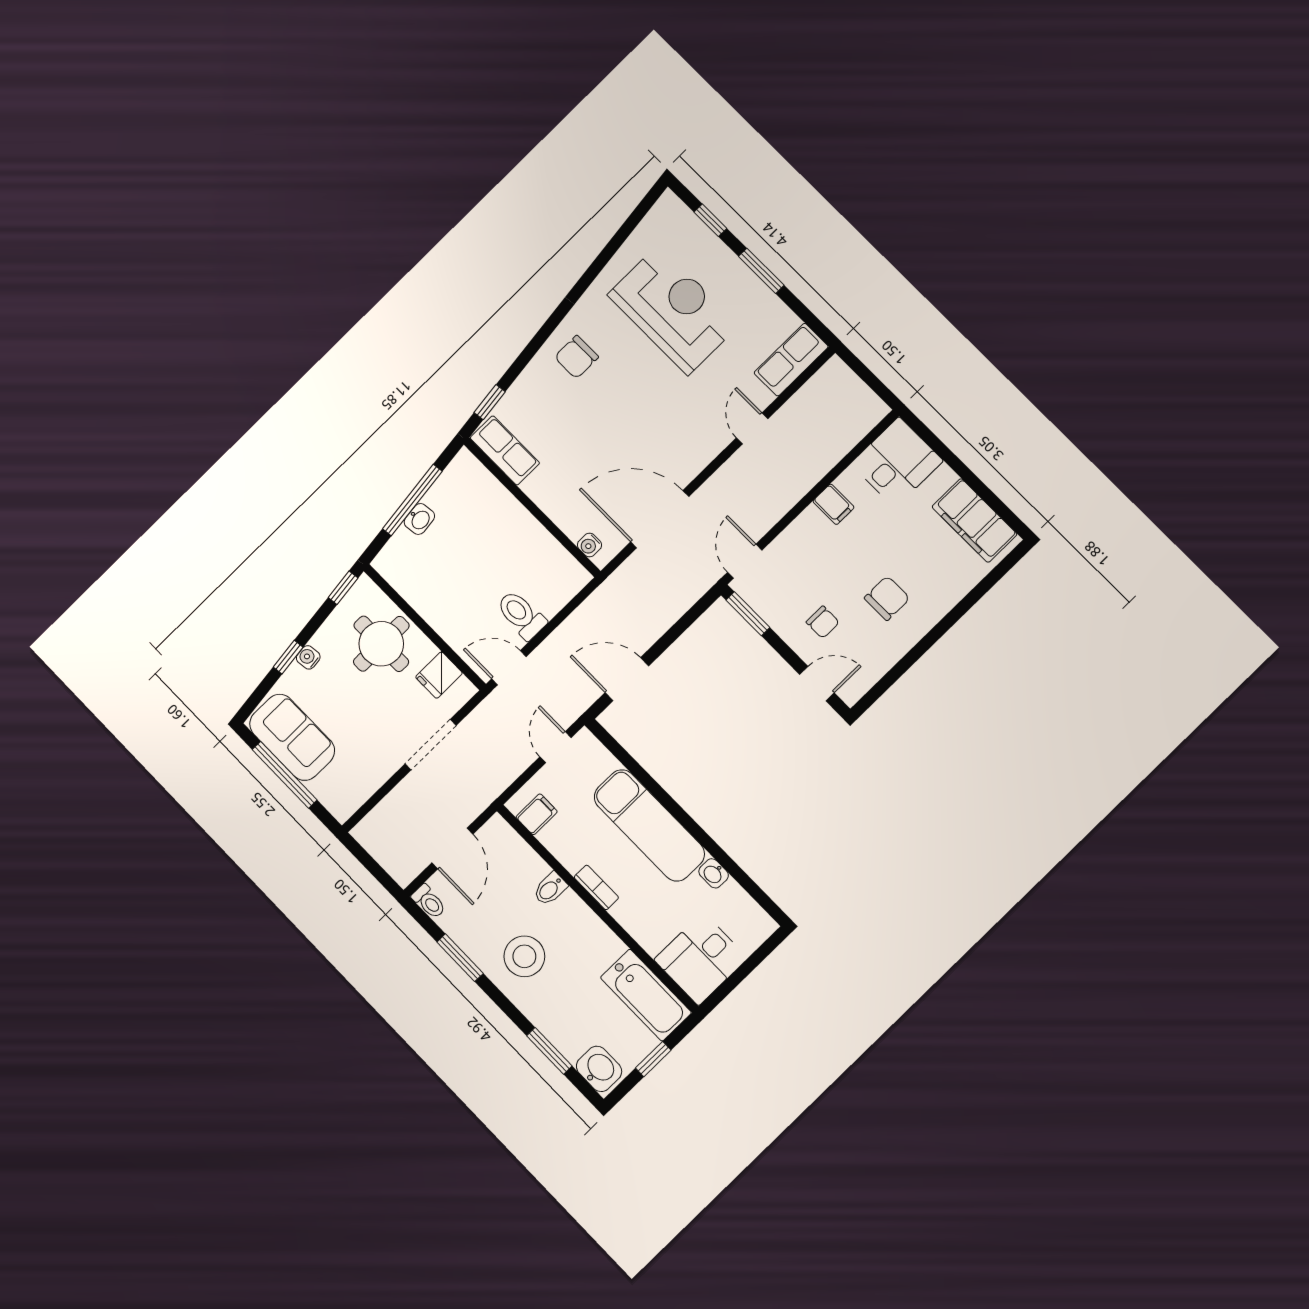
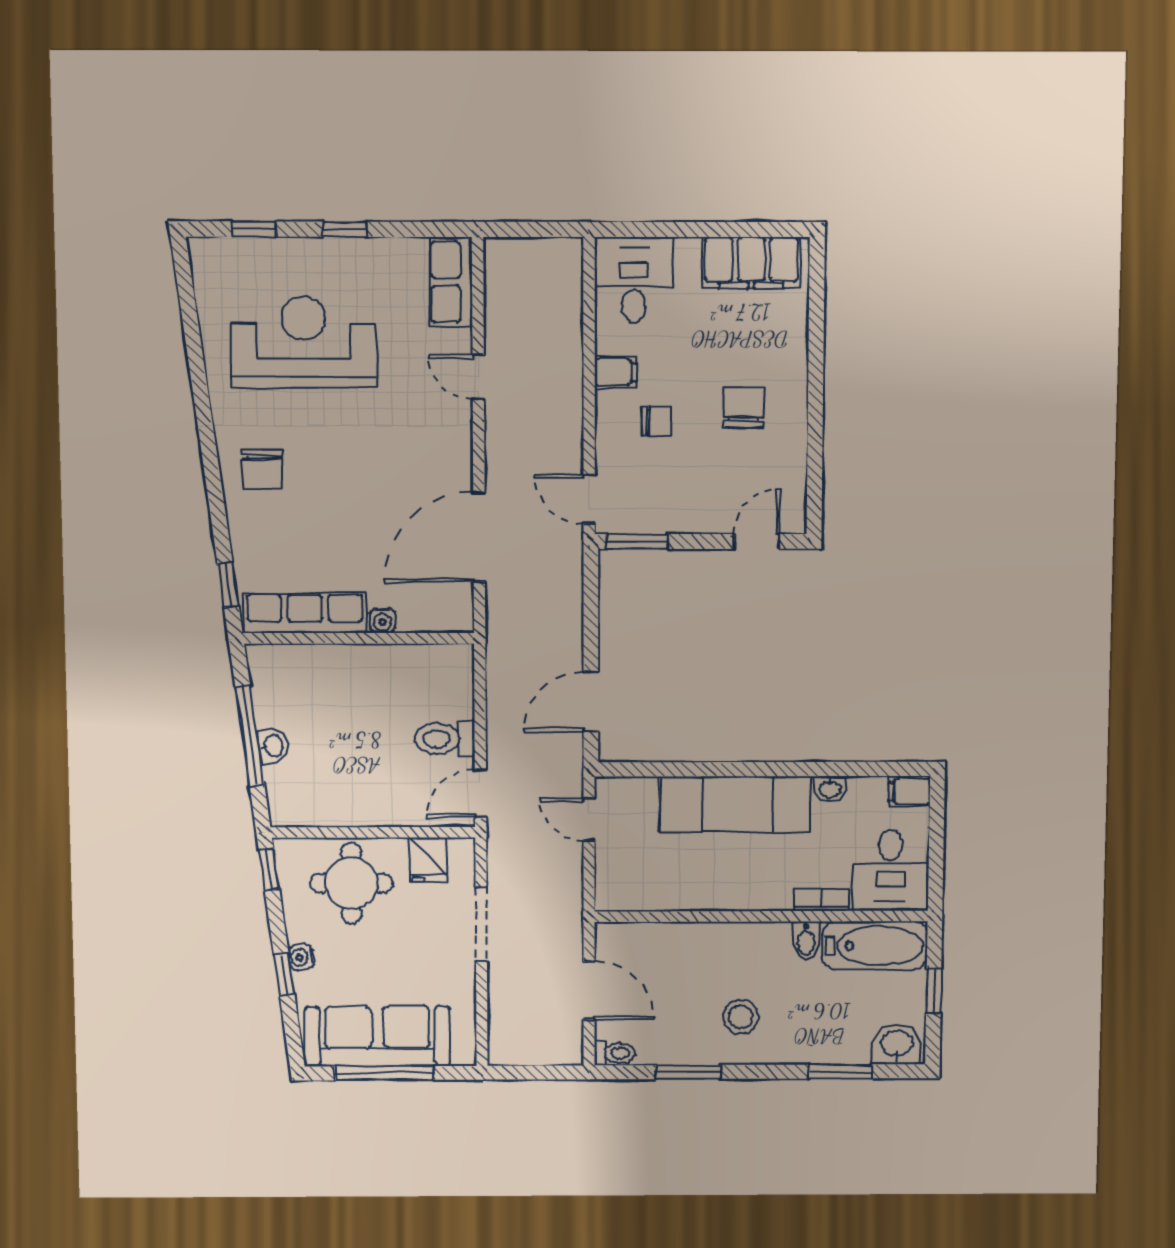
window: (761, 271) -> (345, 229), width x0.67
row of seats: (505, 450) -> (305, 613), width x1.48
water cooler: (589, 545) -> (382, 620), moved
chair: (823, 622) -> (656, 421), moved
sofa: (292, 737) -> (377, 1036), width x1.36
filing cabinet: (537, 814) -> (909, 791), moved, turned -90
bookcase: (596, 887) -> (821, 900), moved
bidet: (550, 889) -> (806, 940), moved
stool: (524, 956) -> (741, 1017), width x0.73, depth x0.73

